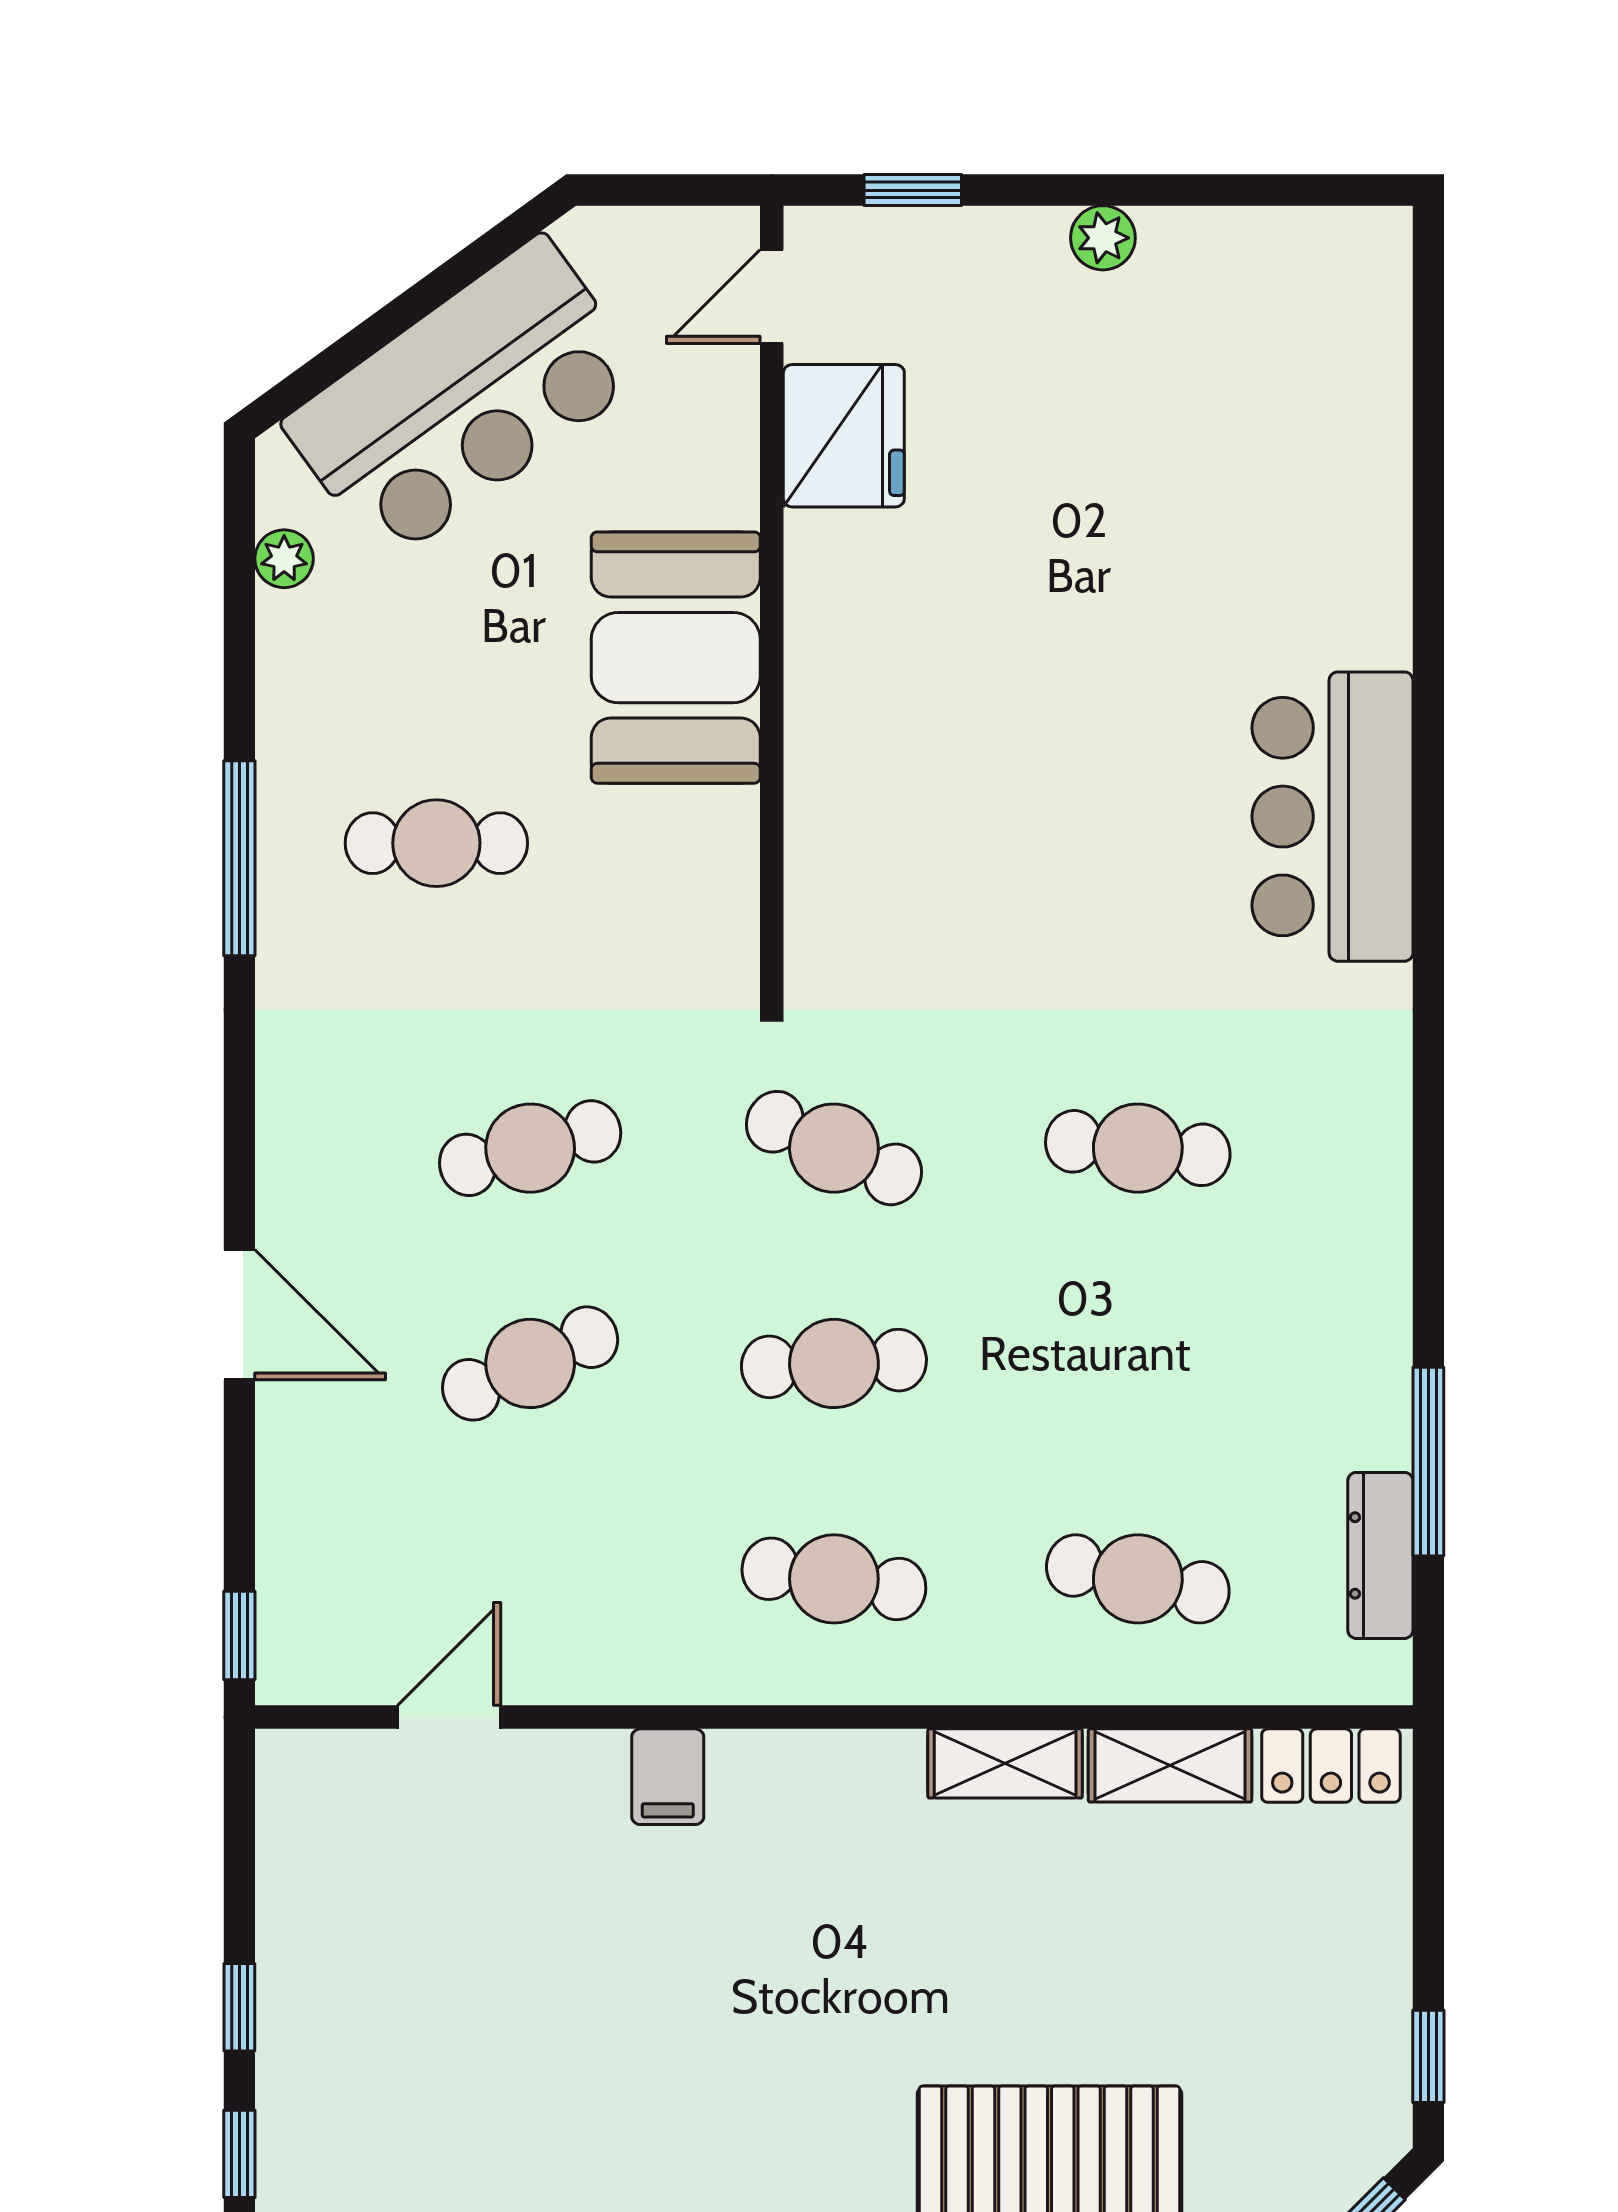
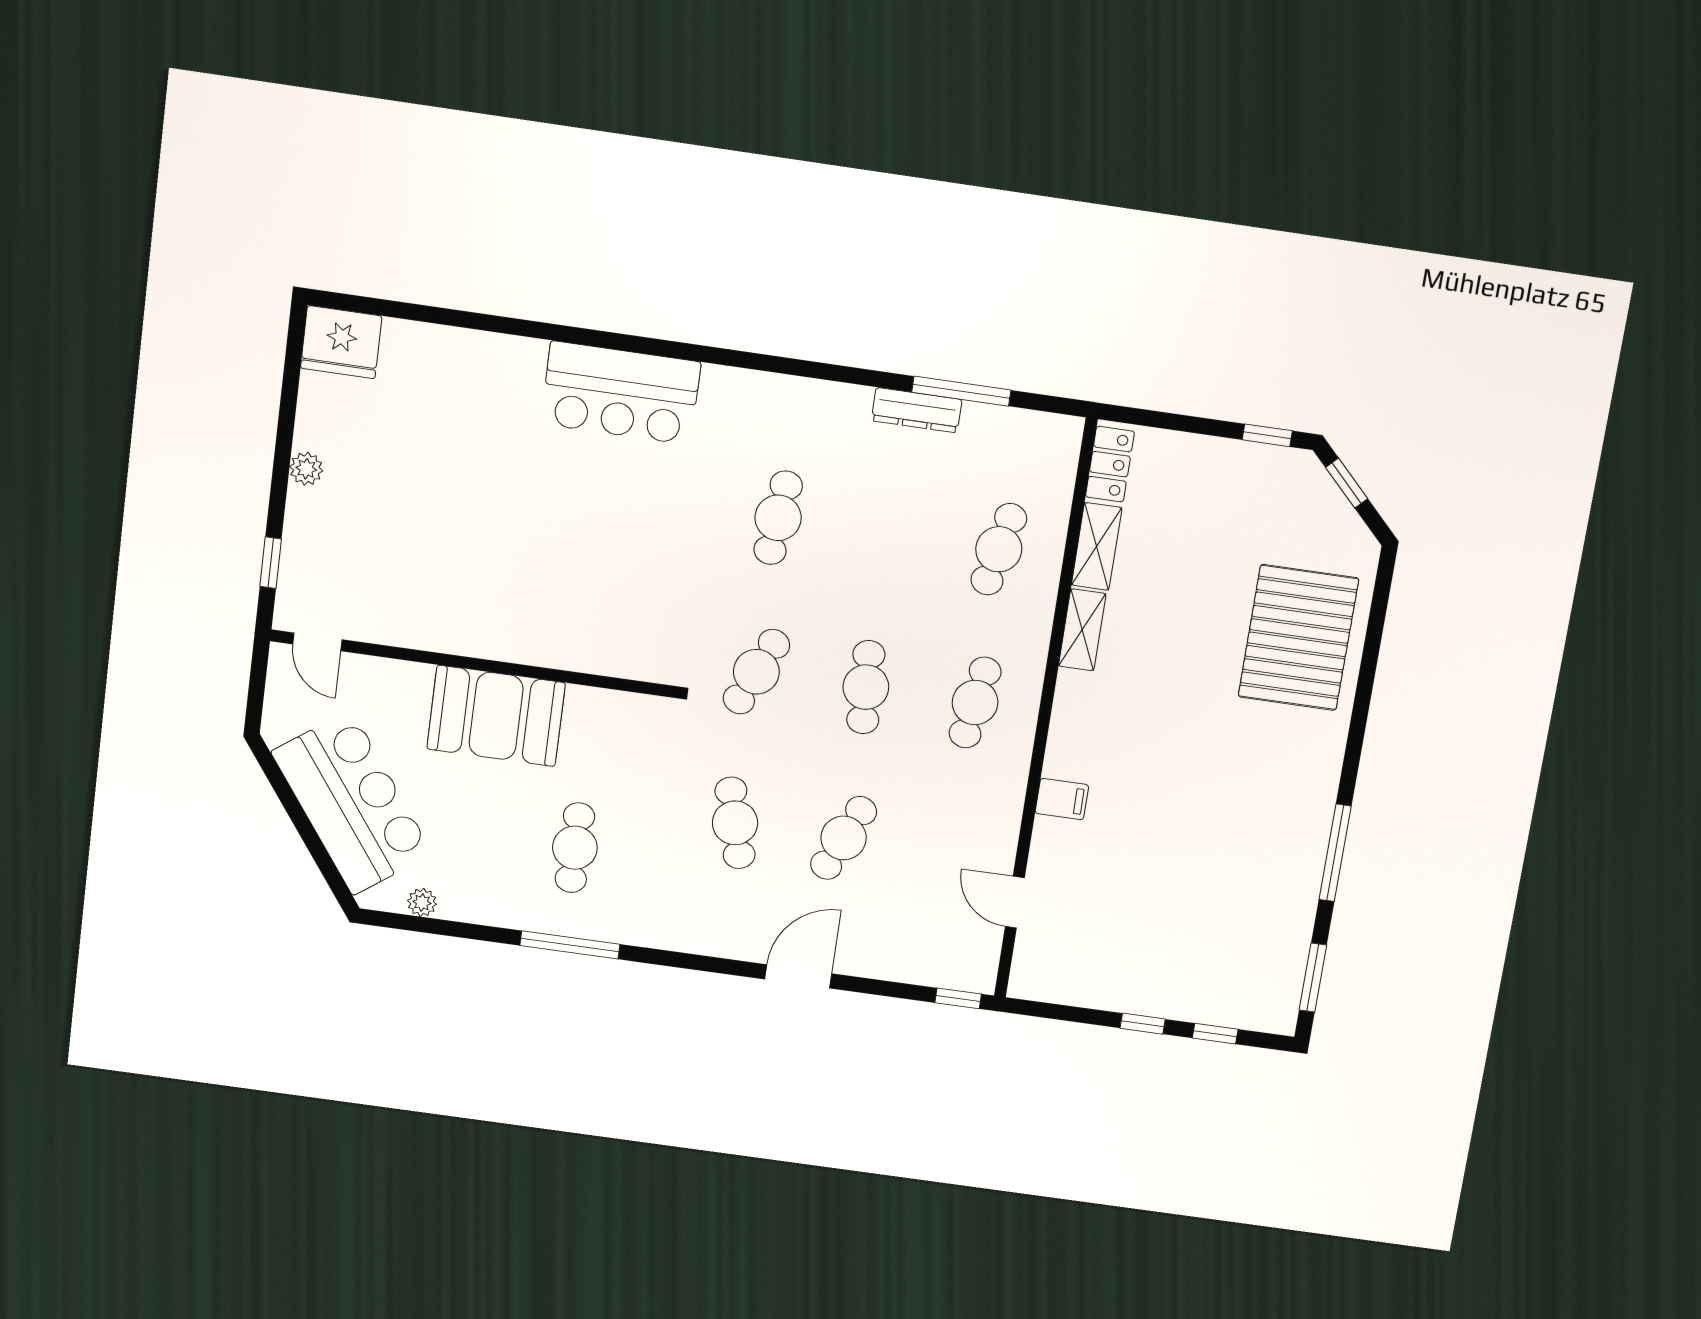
fridge: (844, 436) -> (341, 342), moved, turned 180
cafe table: (530, 1363) -> (844, 838), turned 48
dresser: (1380, 1555) -> (917, 410), moved

